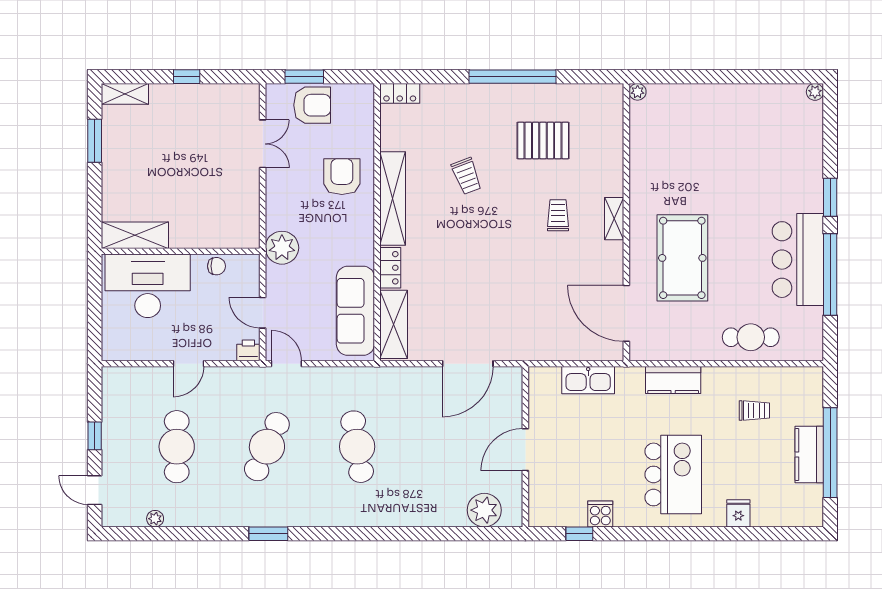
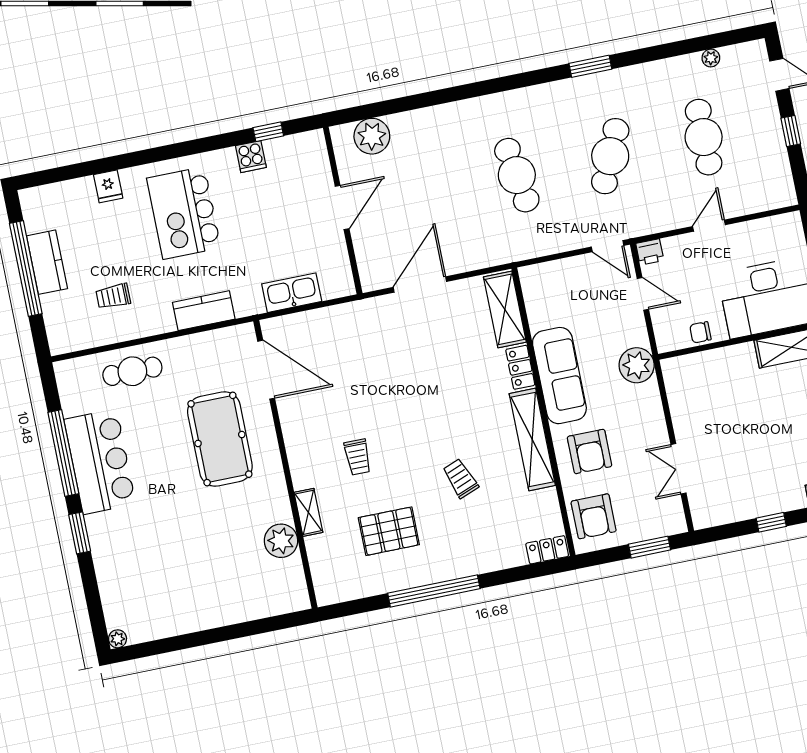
plant: (638, 92) -> (281, 541), moved, width x1.88, depth x1.88
armchair: (312, 105) -> (594, 516), moved, turned -90
shelving: (614, 219) -> (308, 512), moved
sofa: (355, 311) -> (559, 376), moved

